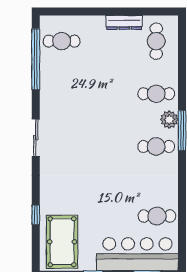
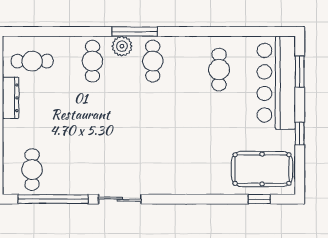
sliding door: (36, 138) -> (120, 199), moved
window: (36, 215) -> (259, 199), moved
cafe table: (157, 216) -> (219, 70), moved

